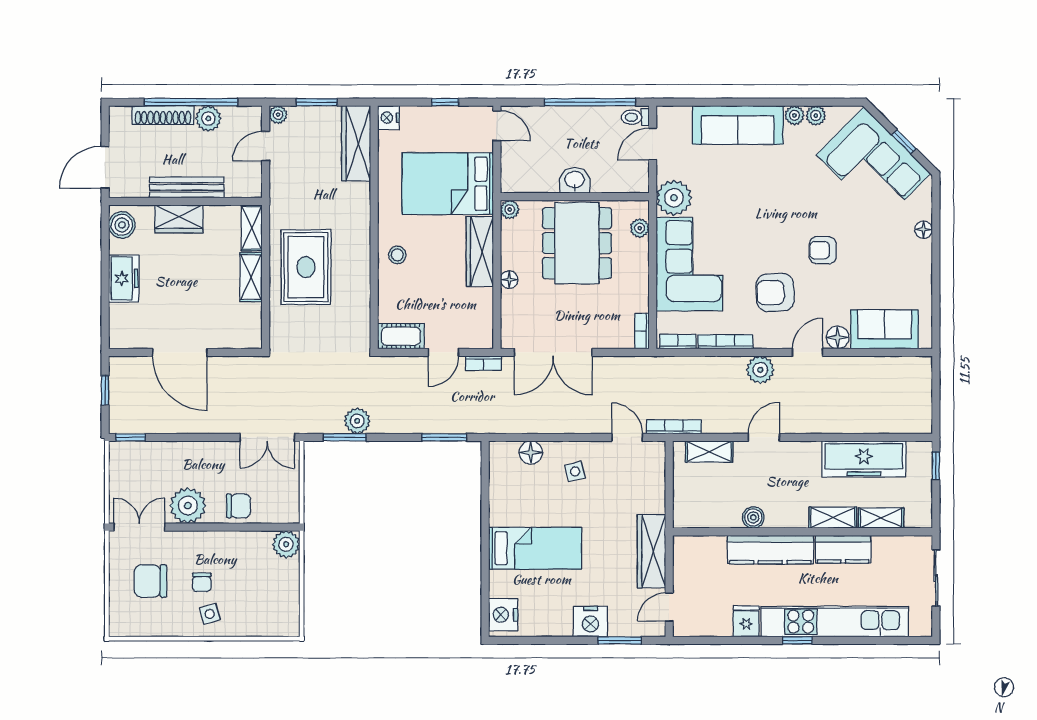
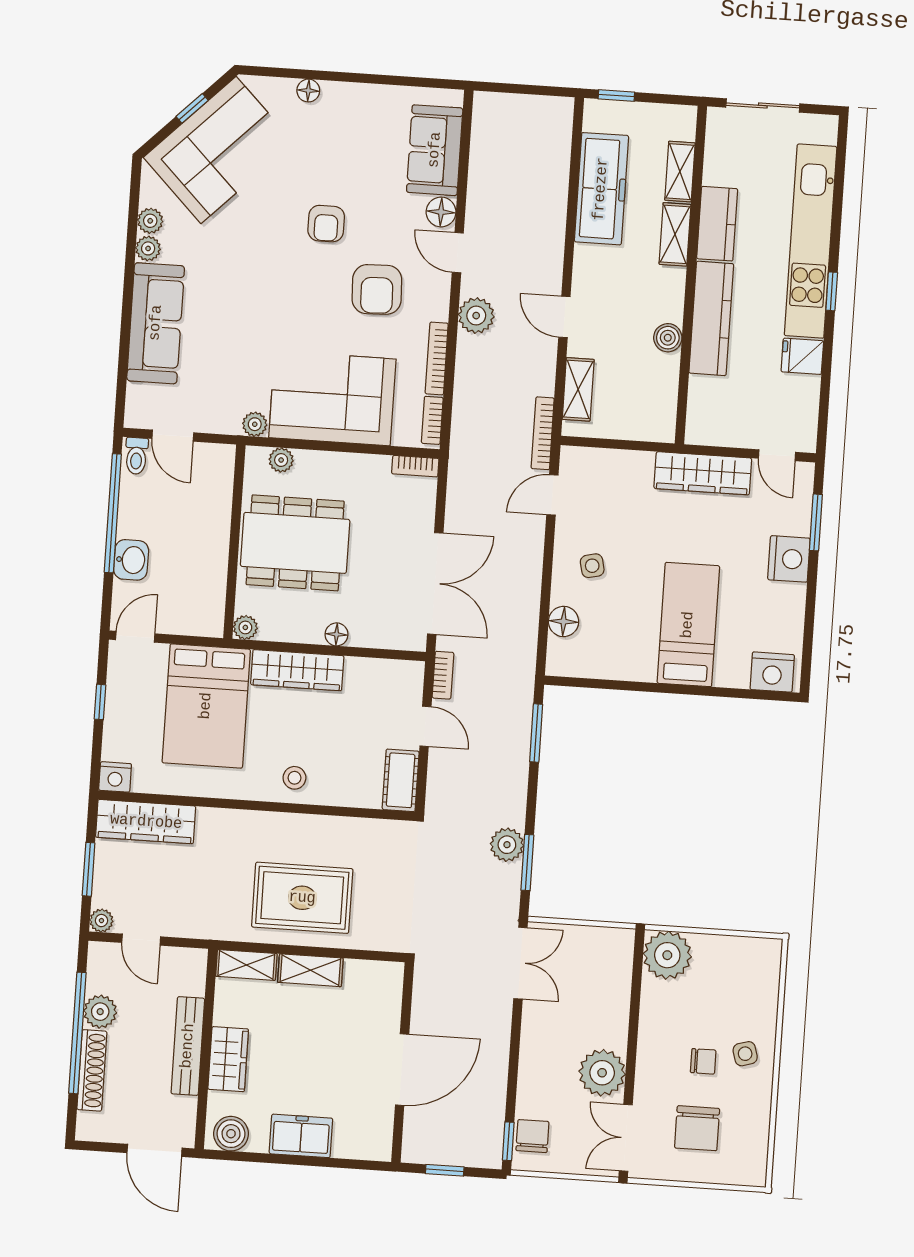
washbasin: (575, 180) -> (131, 560), moved, turned 180
plant: (674, 198) -> (255, 424), width x0.53, depth x0.53
chair: (238, 506) -> (532, 1136), moved
plant: (286, 544) -> (667, 955), width x1.36, depth x1.36

